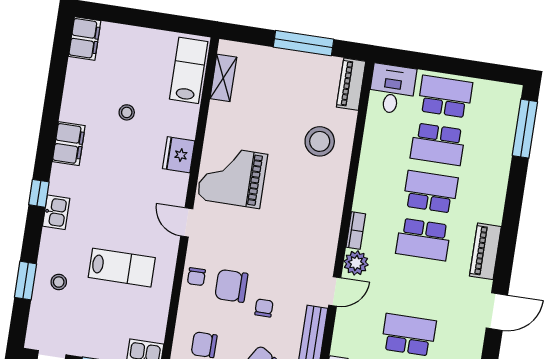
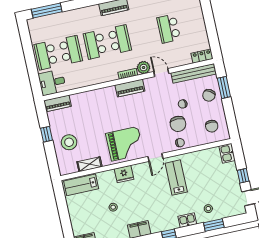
window: (303, 43) -> (46, 134), width x0.46
shelving: (223, 78) -> (89, 164), moved
stool: (320, 141) -> (69, 142), moved
grand piano: (232, 177) -> (125, 144), turned -90
kitchen sink: (56, 212) -> (187, 220), moved
piano: (329, 224) -> (130, 88), added
lab bench: (122, 268) -> (176, 178), moved

